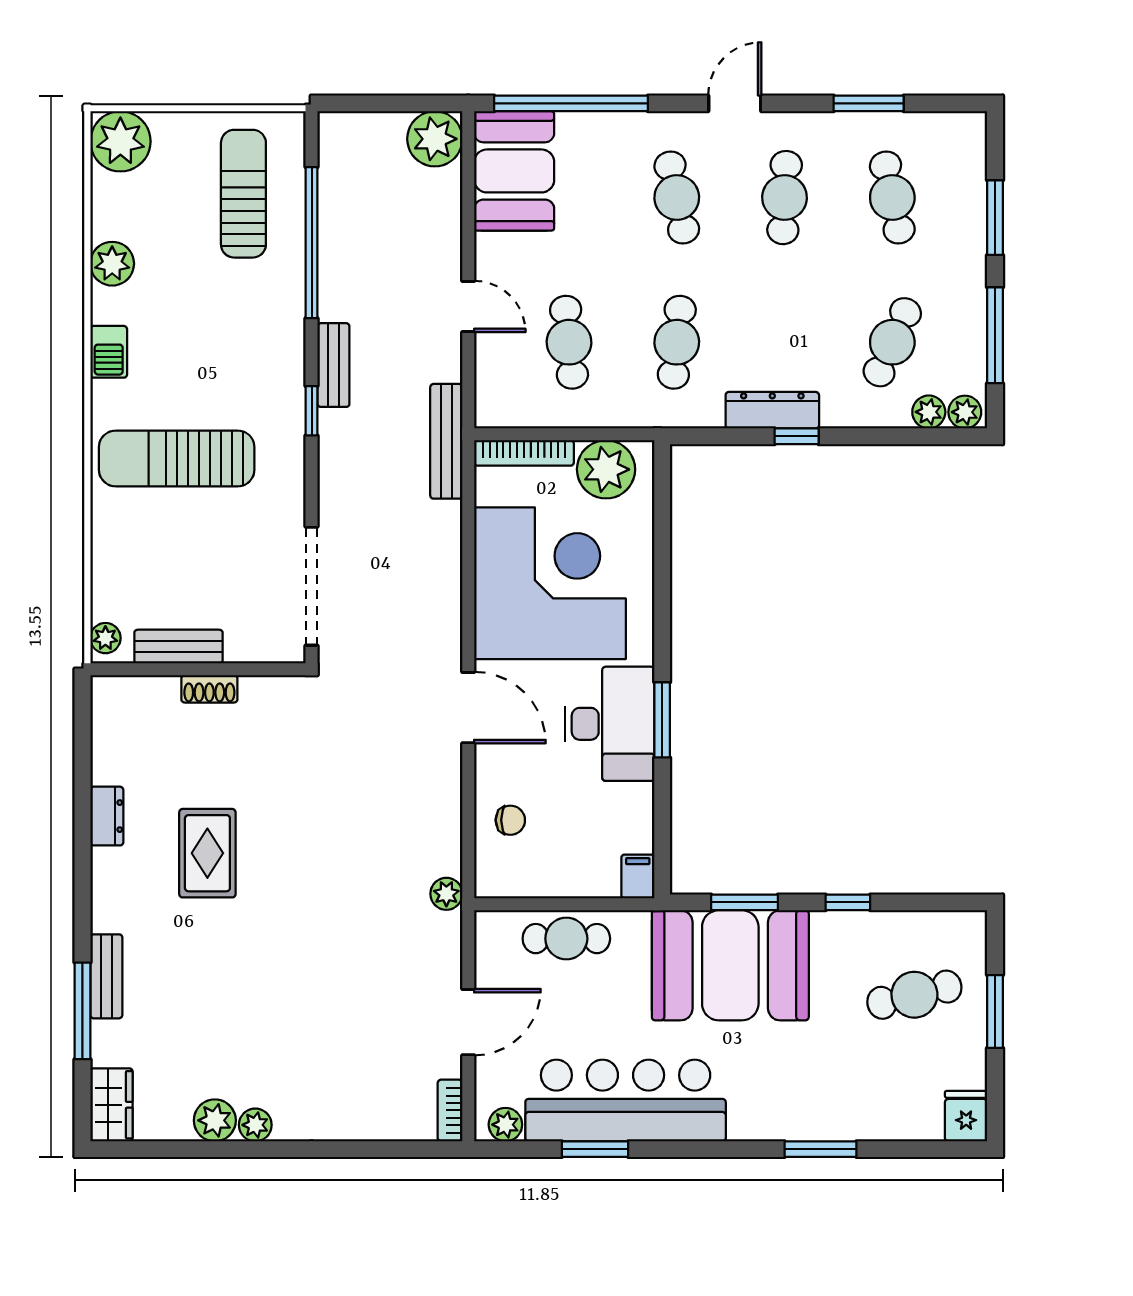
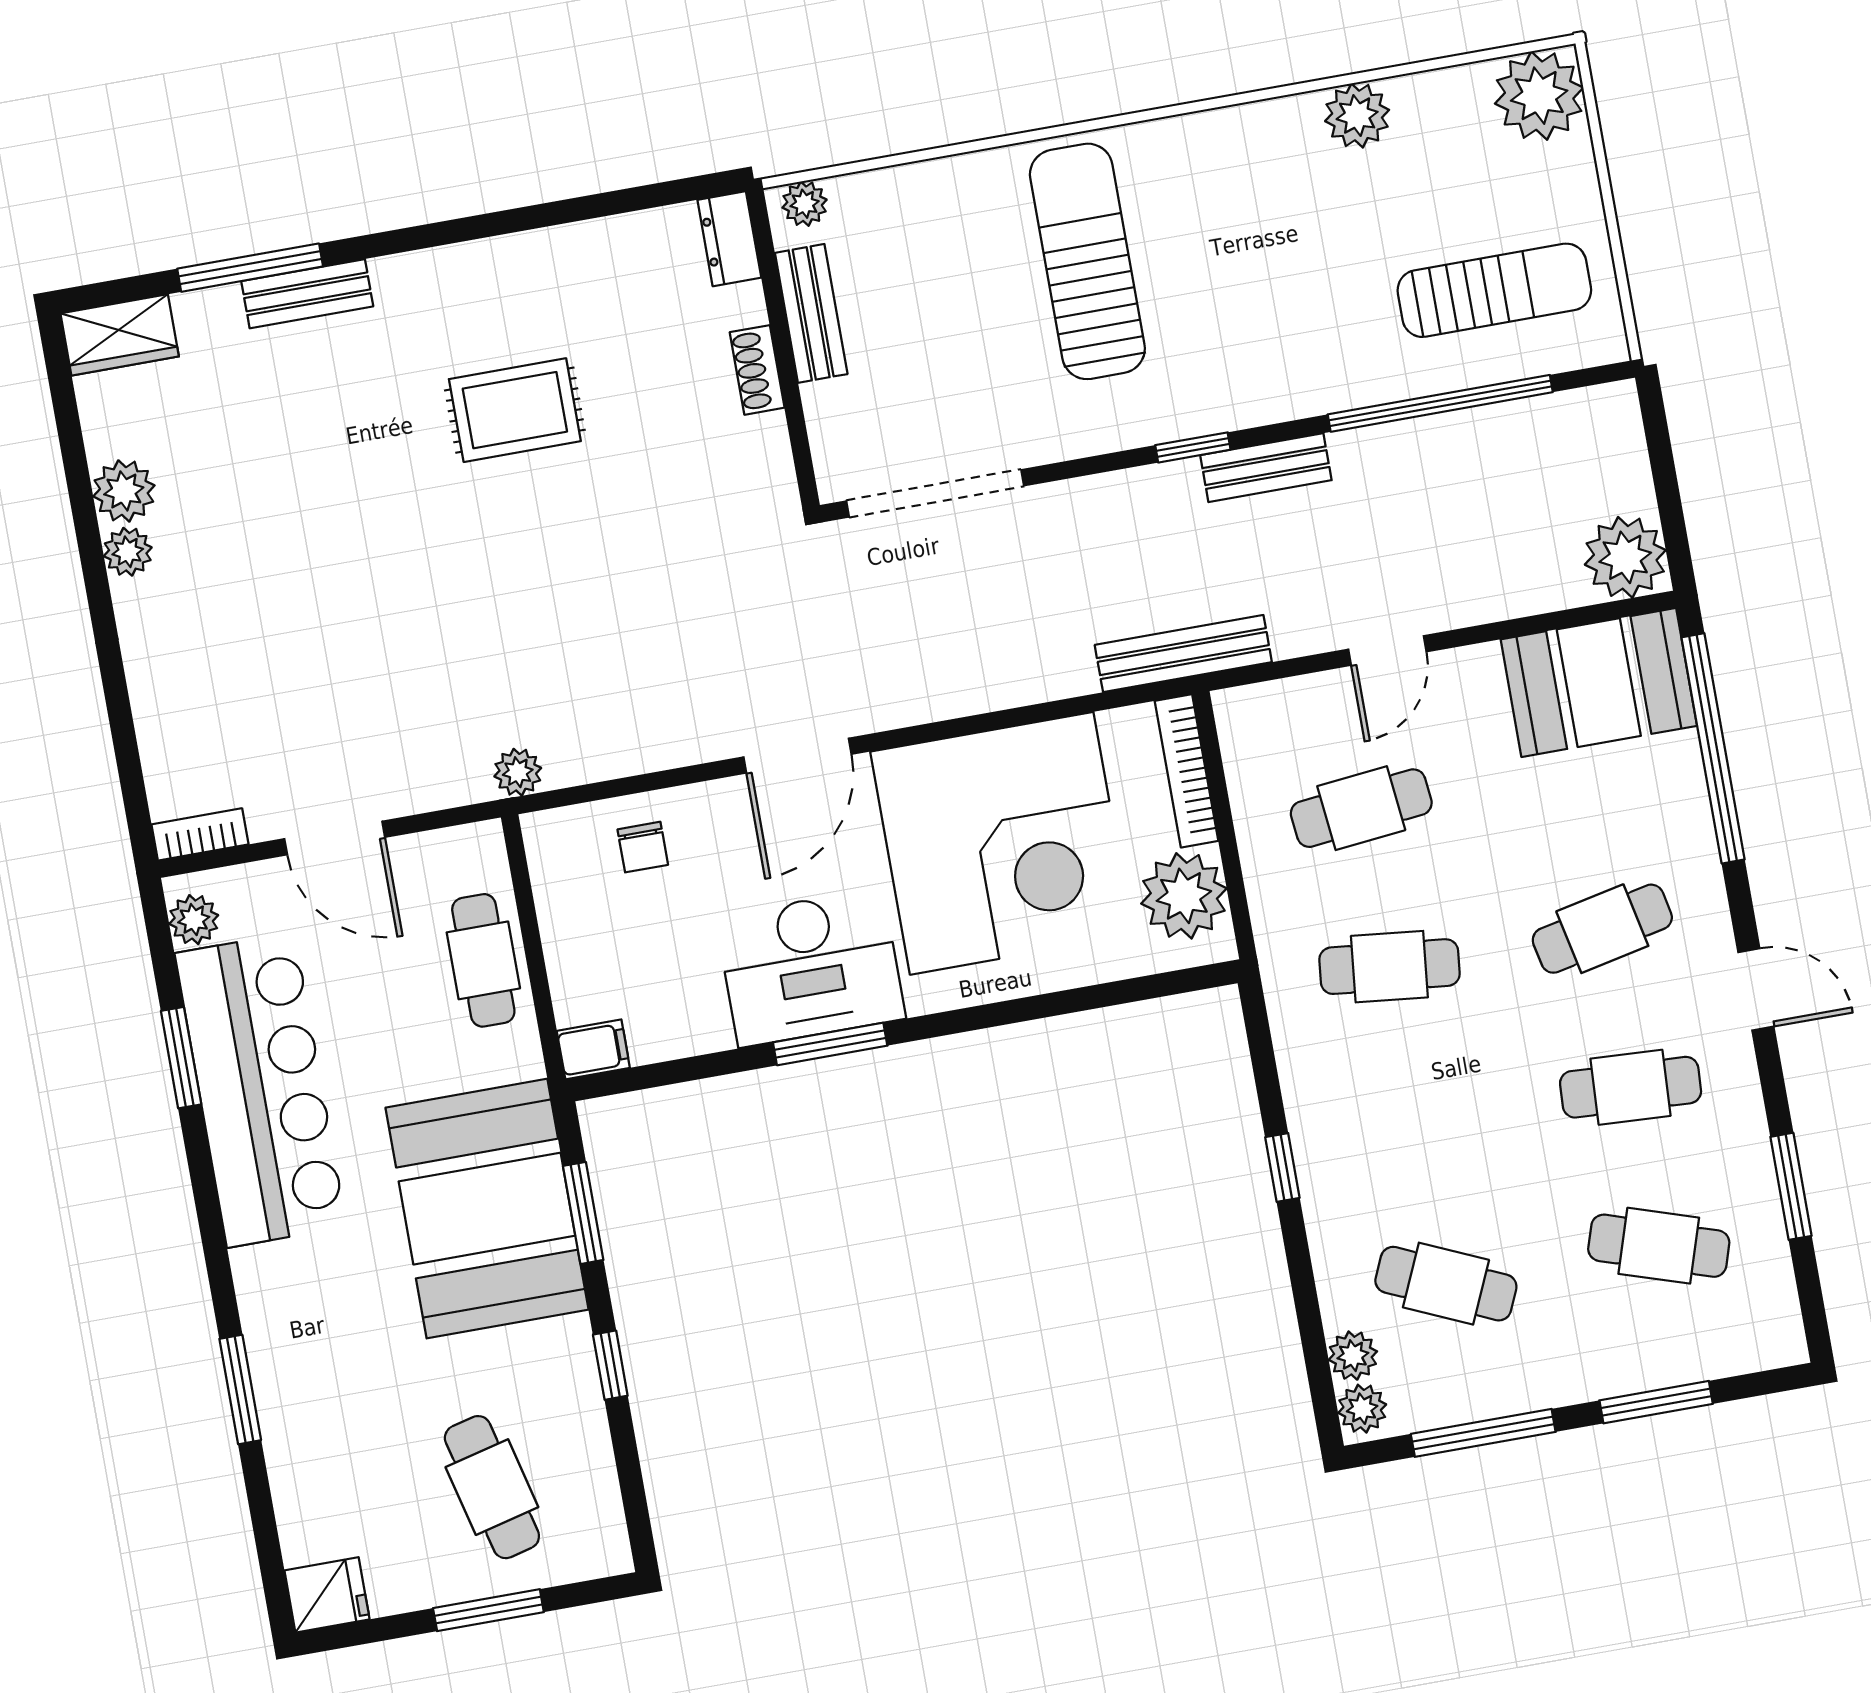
cafe table: (892, 198) -> (1659, 1246), turned 30
barbecue: (109, 352) -> (1227, 134), removed
dresser: (772, 410) -> (1315, 1125), removed
dresser: (107, 816) -> (729, 239), moved, turned 90

